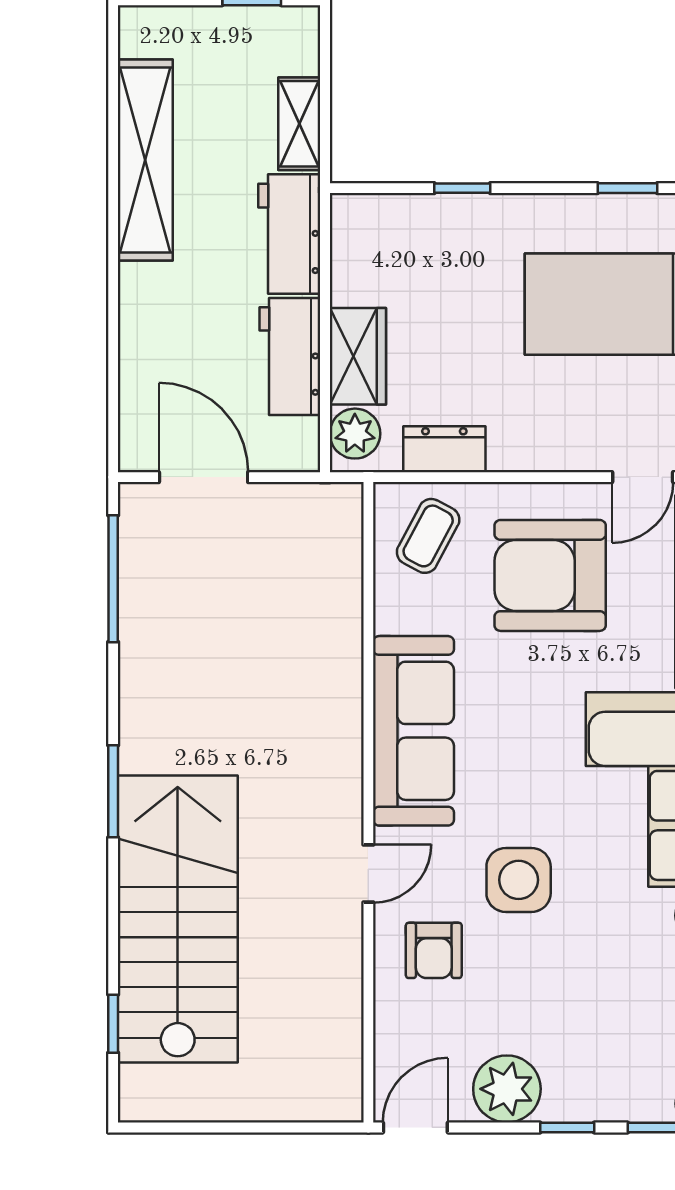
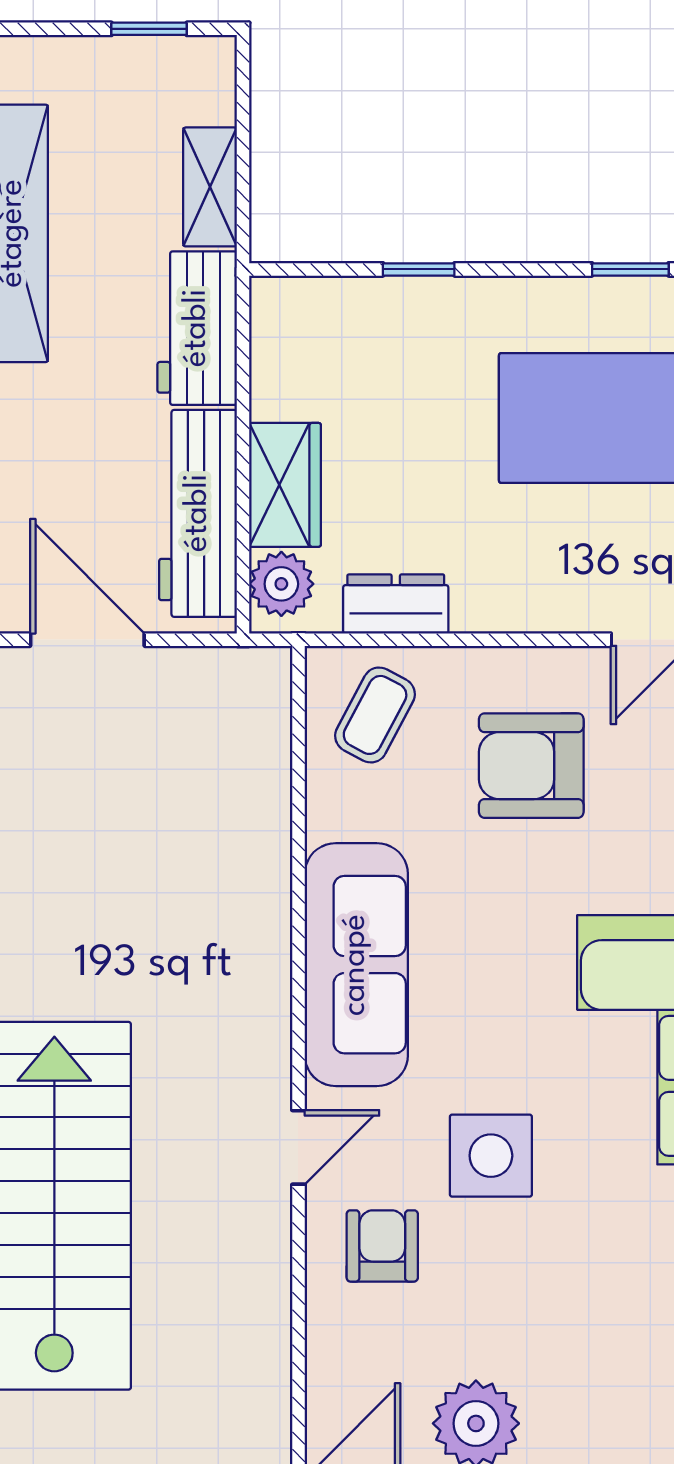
workbench: (290, 357) -> (198, 513), width x1.37
armchair: (550, 575) -> (531, 766), width x0.73, depth x0.73
armchair: (434, 950) -> (382, 1246), turned 180

